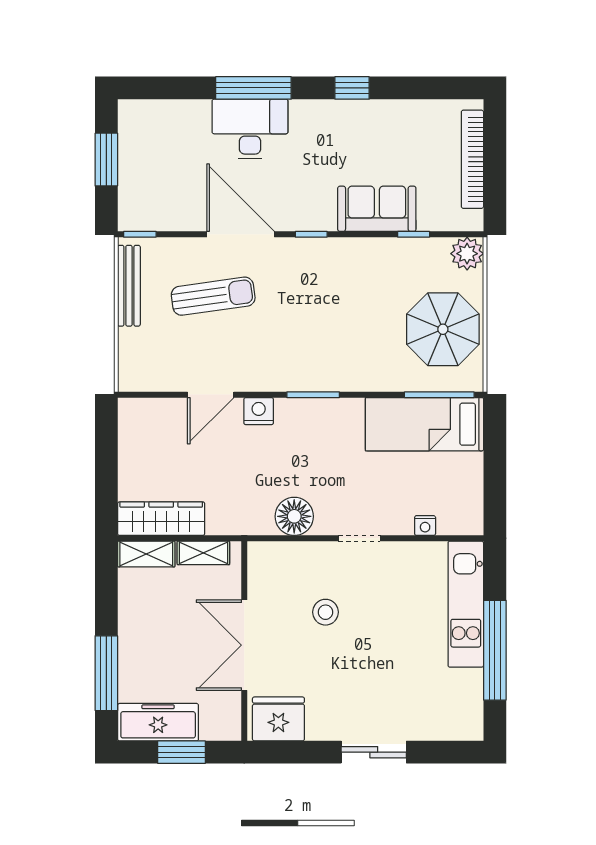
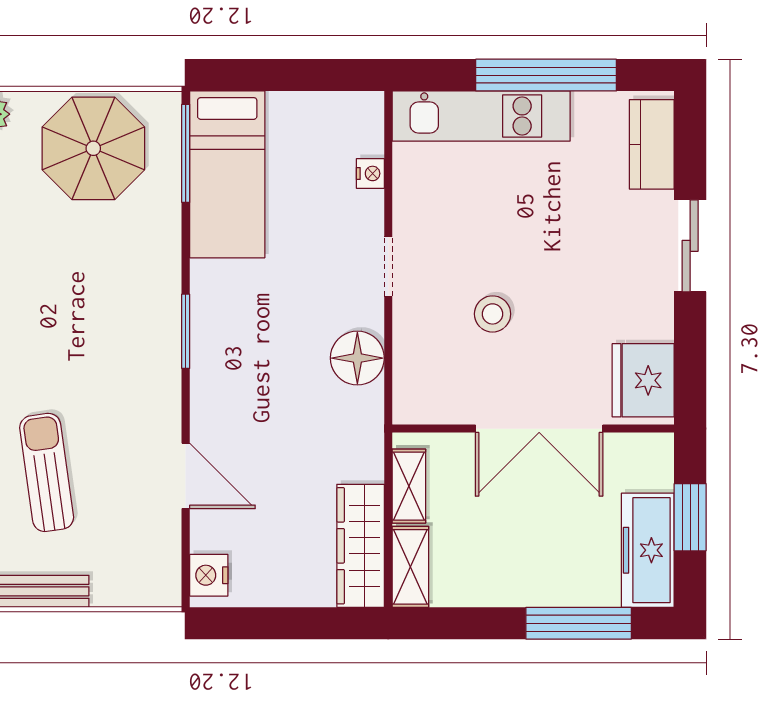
nightstand: (259, 411) -> (209, 575), moved
kitchen counter: (446, 725) -> (652, 144), added

